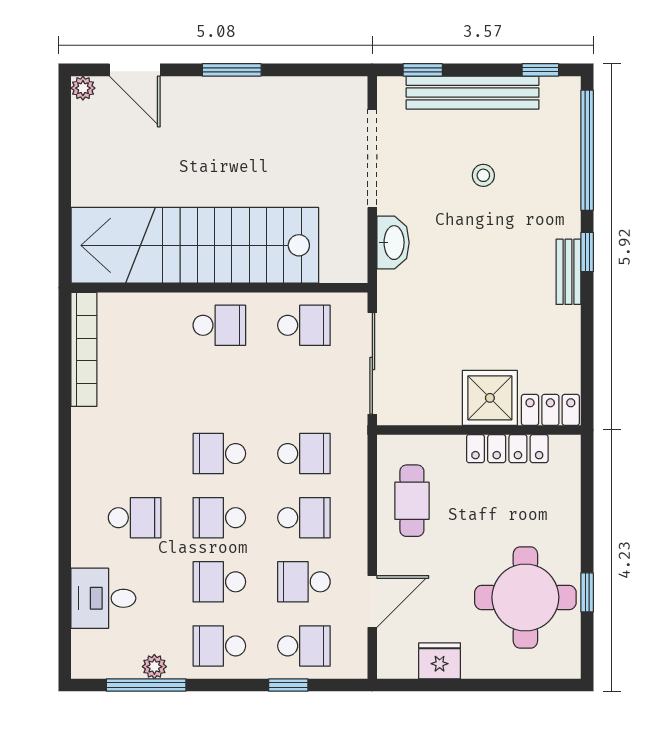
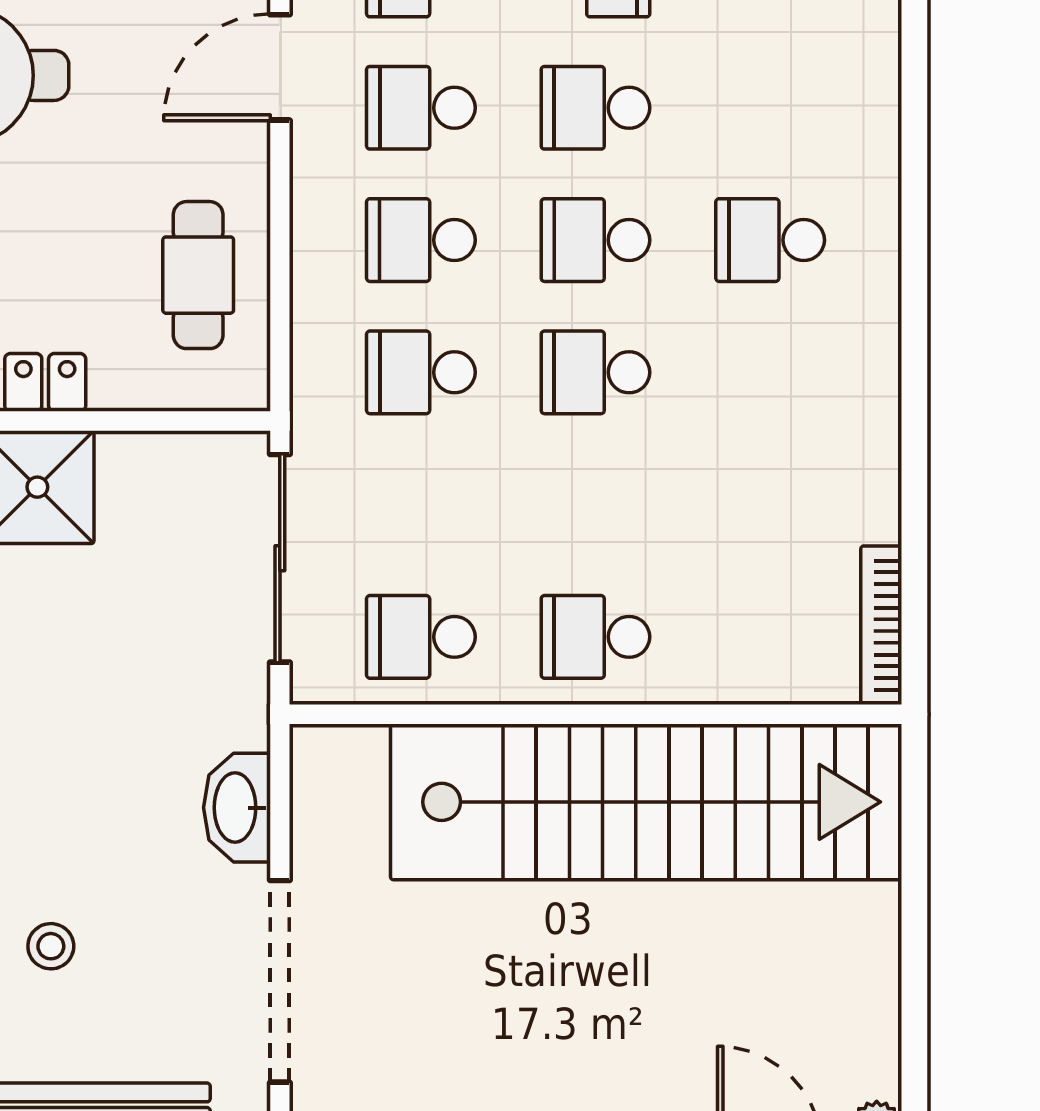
bookcase: (84, 349) -> (881, 625), width x0.68, depth x0.76
school desk: (219, 454) -> (595, 372), turned 180
school desk: (219, 518) -> (595, 240), turned 180
school desk: (219, 582) -> (595, 108), turned 180
school desk: (304, 582) -> (421, 108), turned 180
desk: (103, 598) -> (835, 74), removed

